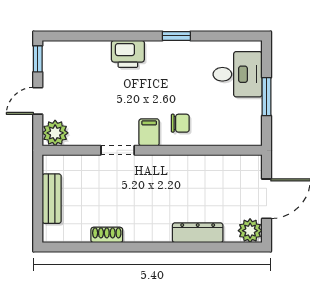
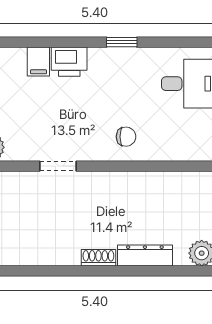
filing cabinet: (149, 132) -> (38, 62), moved, turned 180
shoe rack: (107, 235) -> (98, 258), moved

